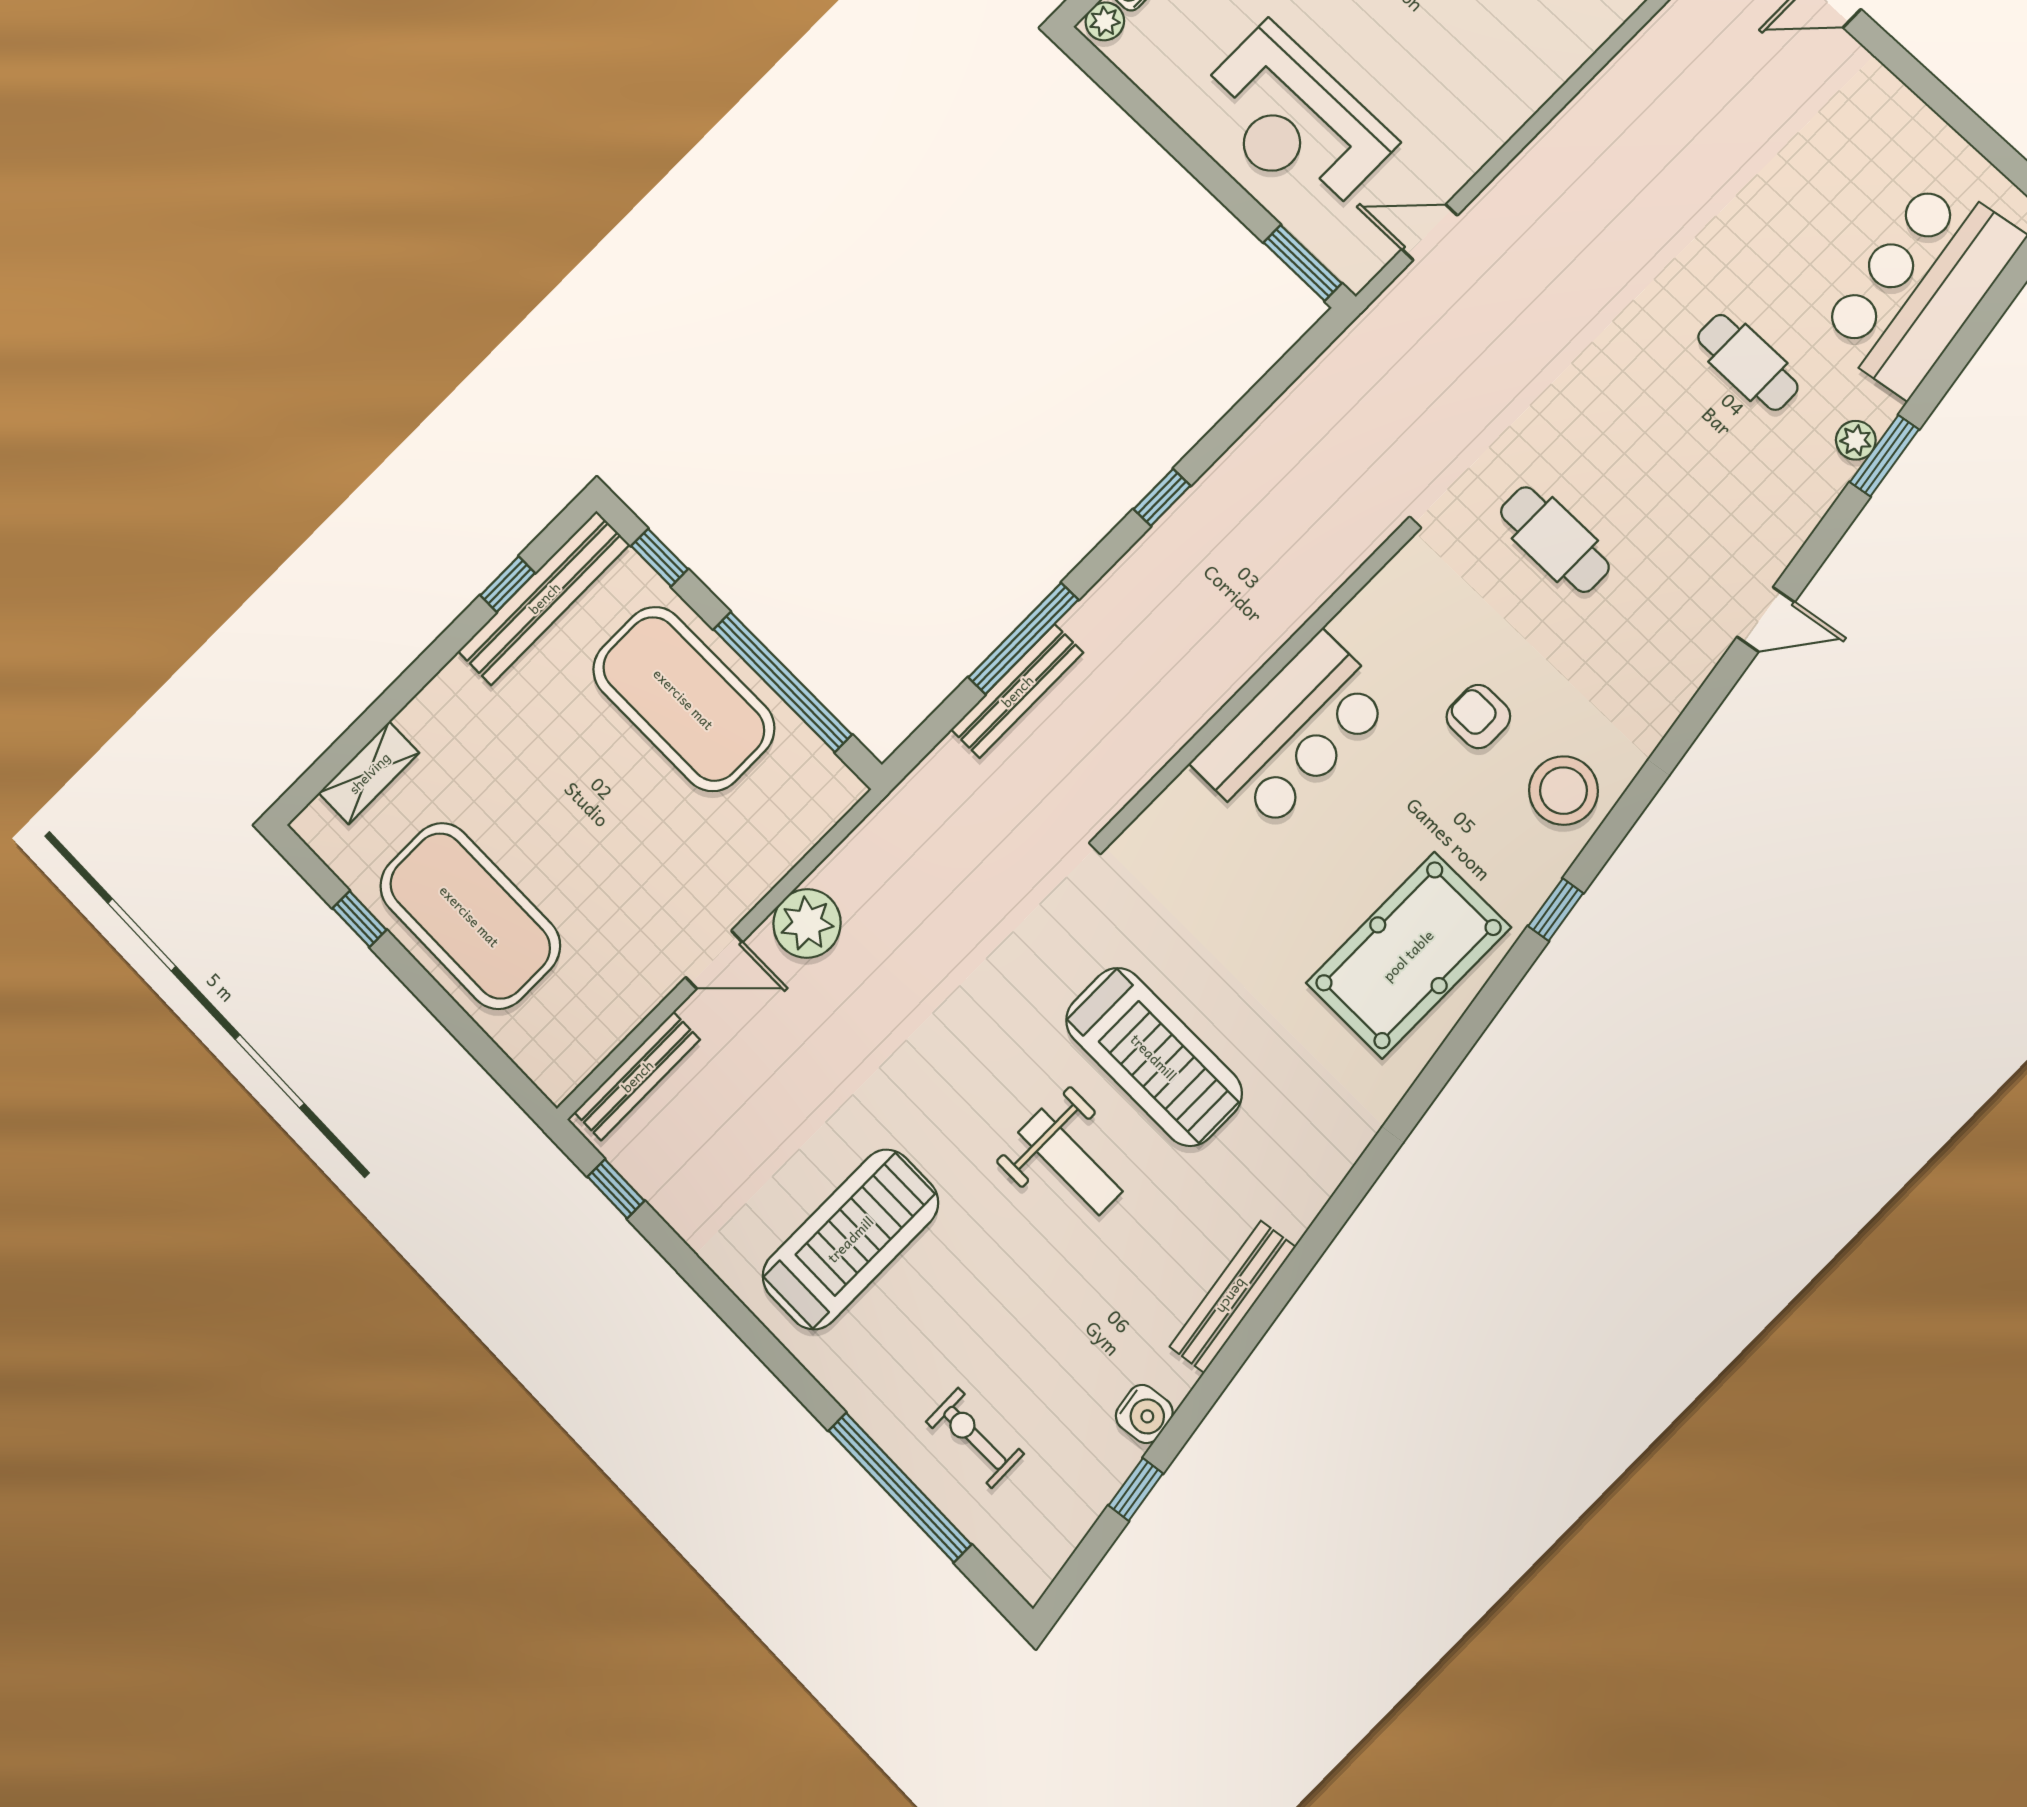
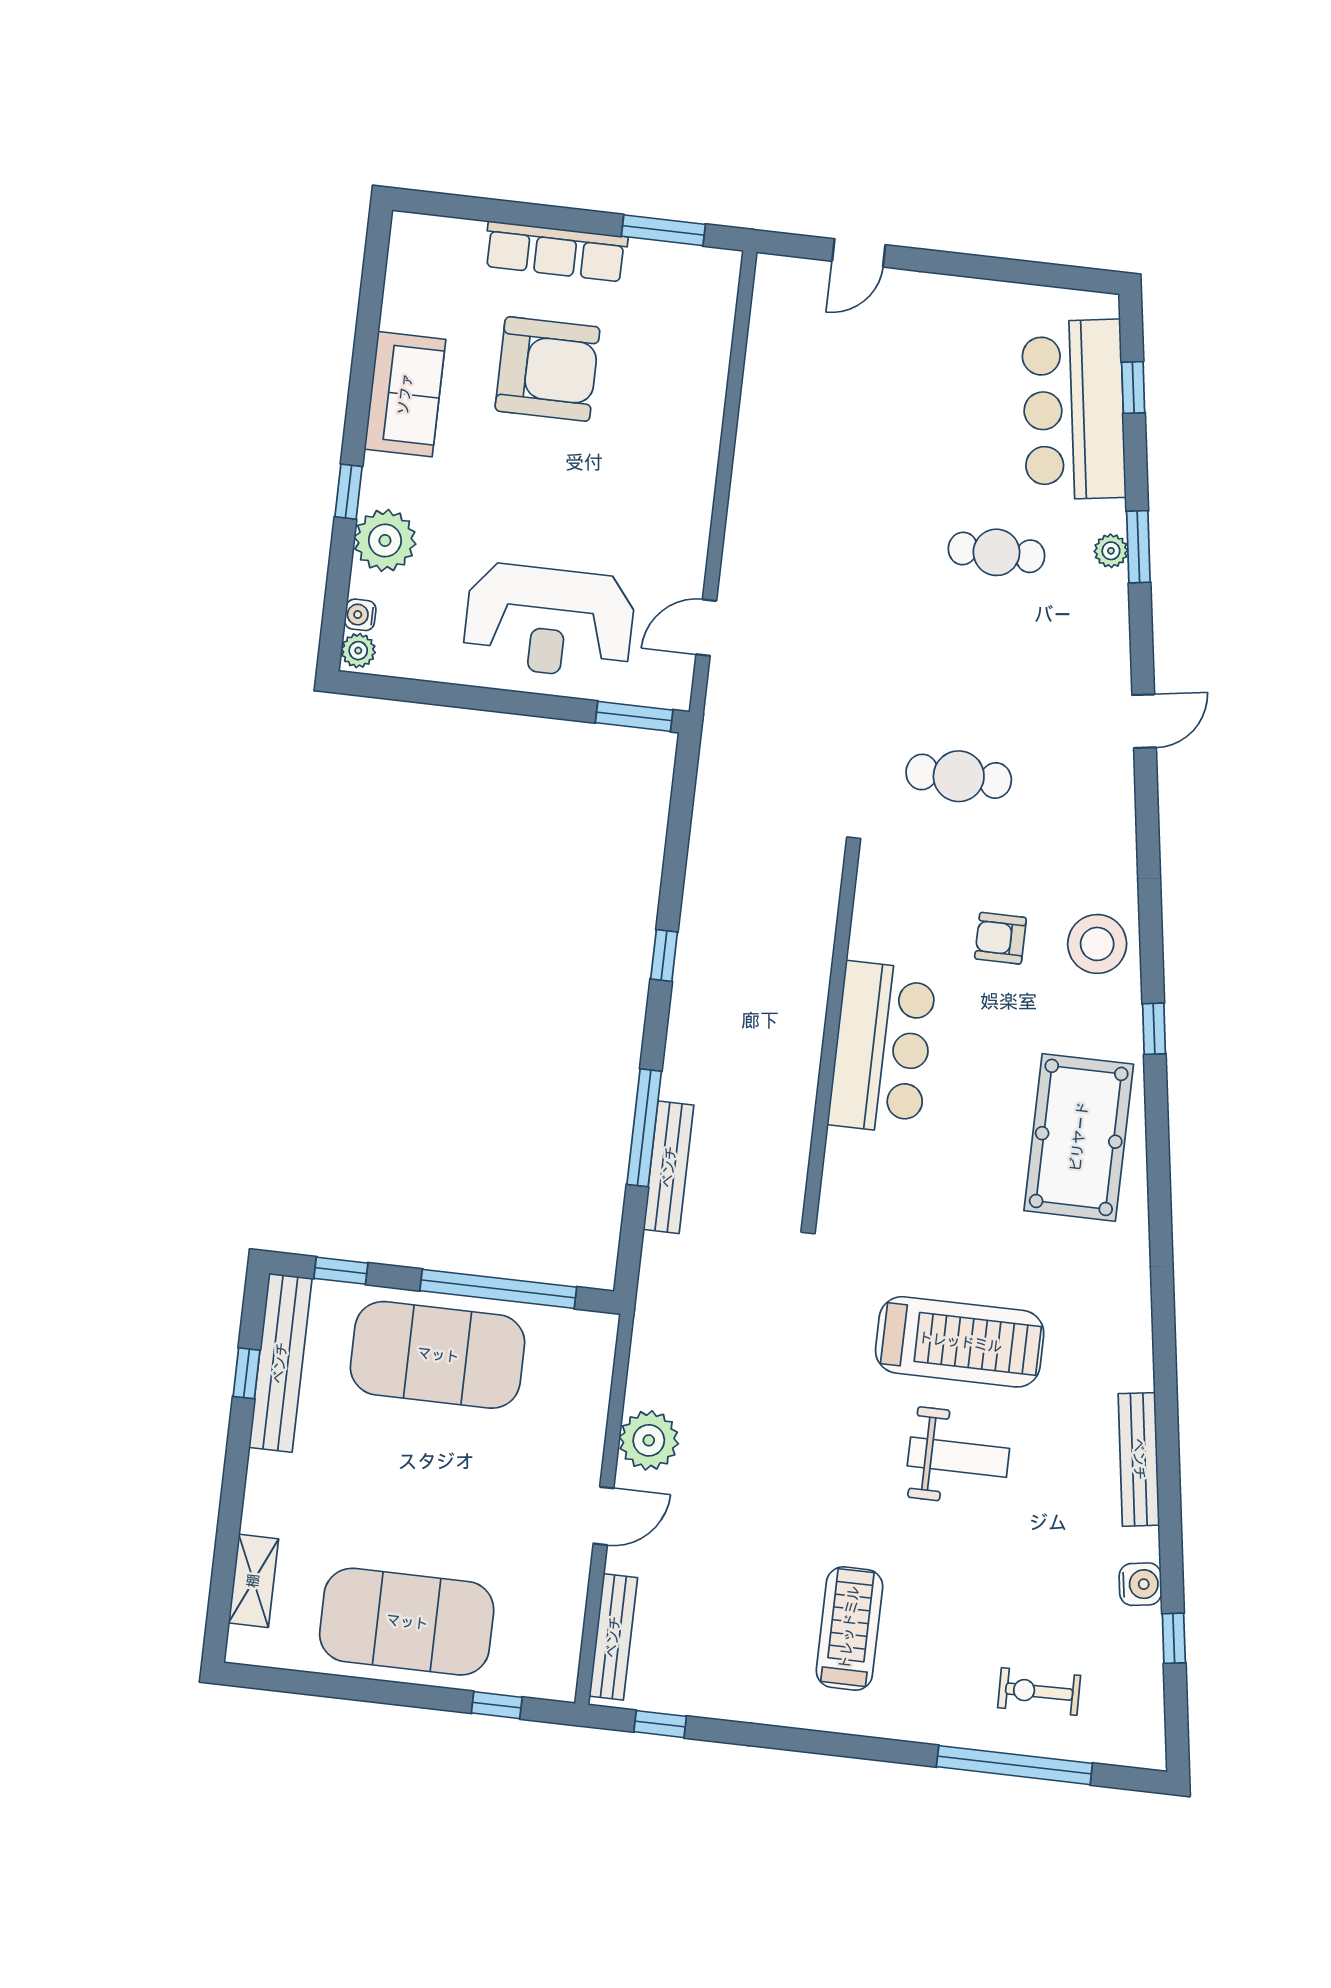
window: (1992, 307) -> (1133, 387), added
window: (360, 919) -> (497, 1705), moved
treadmill: (850, 1239) -> (849, 1628), width x0.73, depth x0.73

